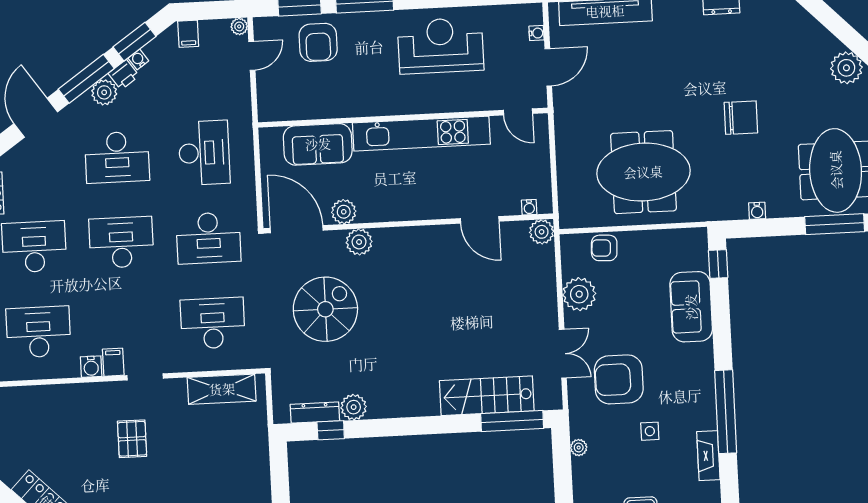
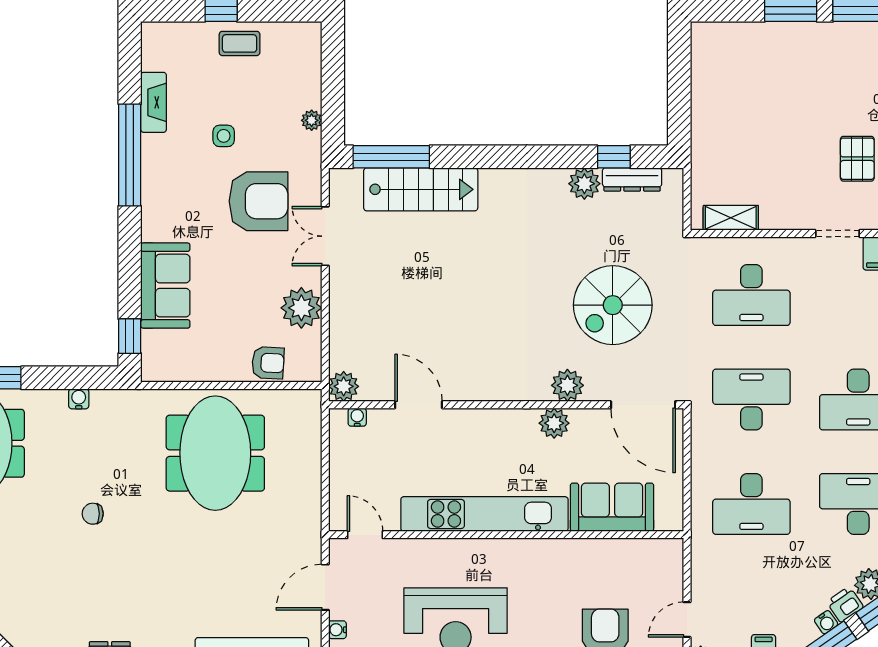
chair: (741, 118) -> (93, 514), width x0.54, depth x0.54
desk: (204, 153) -> (751, 504), turned -90
meeting table: (643, 172) -> (215, 453), turned 90
plant: (344, 212) -> (554, 423), moved
shelving: (222, 389) -> (731, 218), width x0.67, depth x0.75

